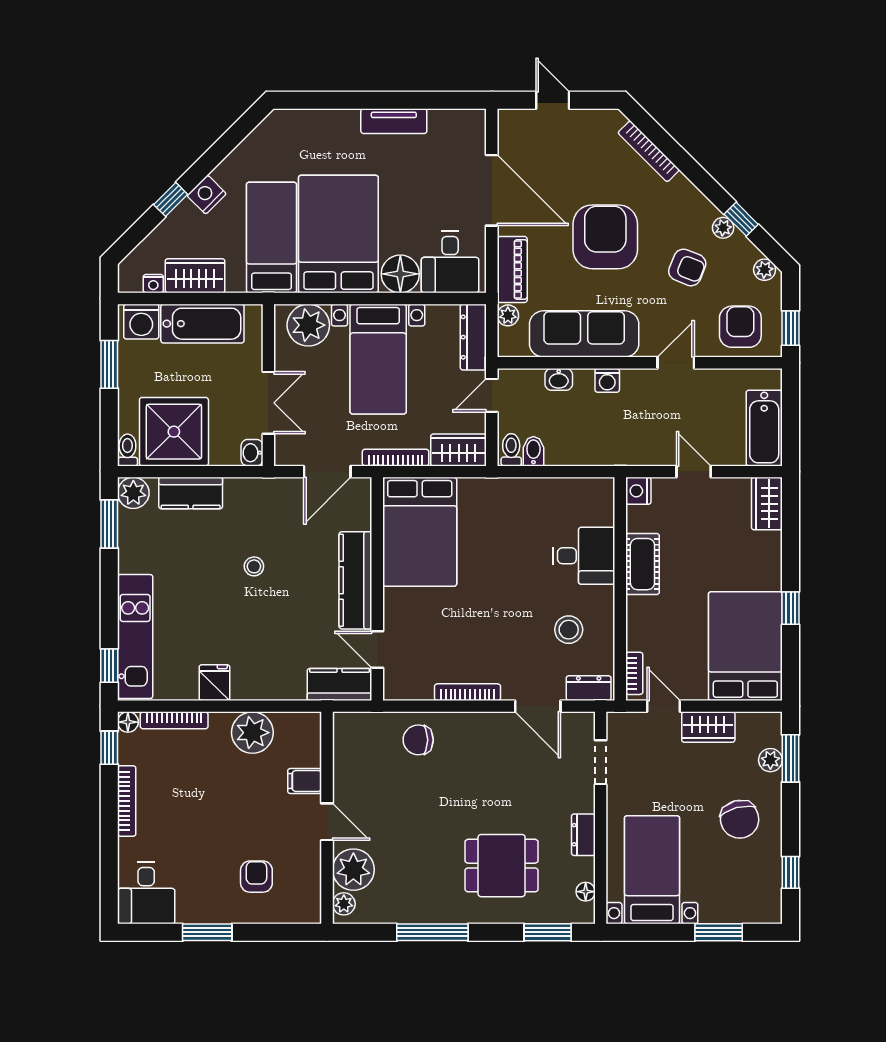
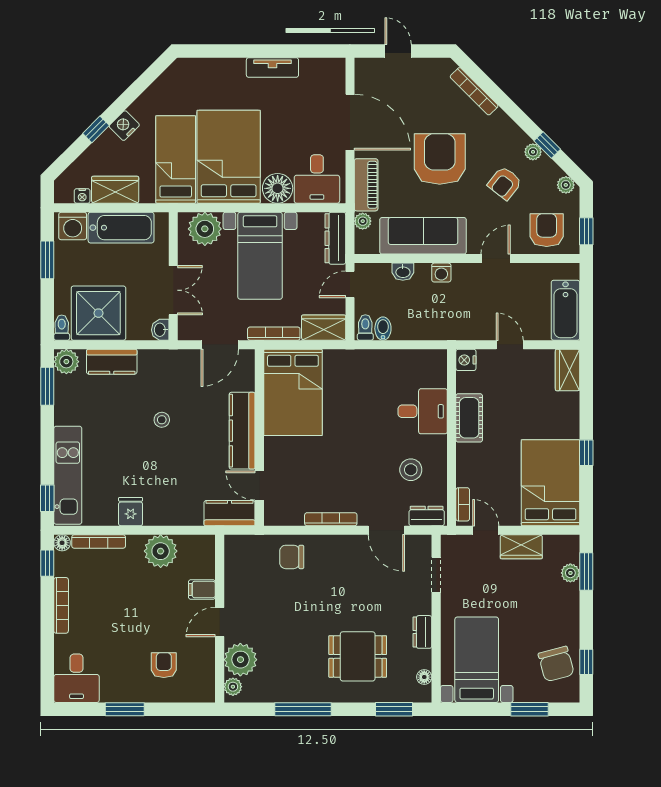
armchair: (687, 267) -> (505, 183), turned 106
chair: (740, 819) -> (556, 664), moved
door: (327, 822) -> (220, 622), swing flipped

